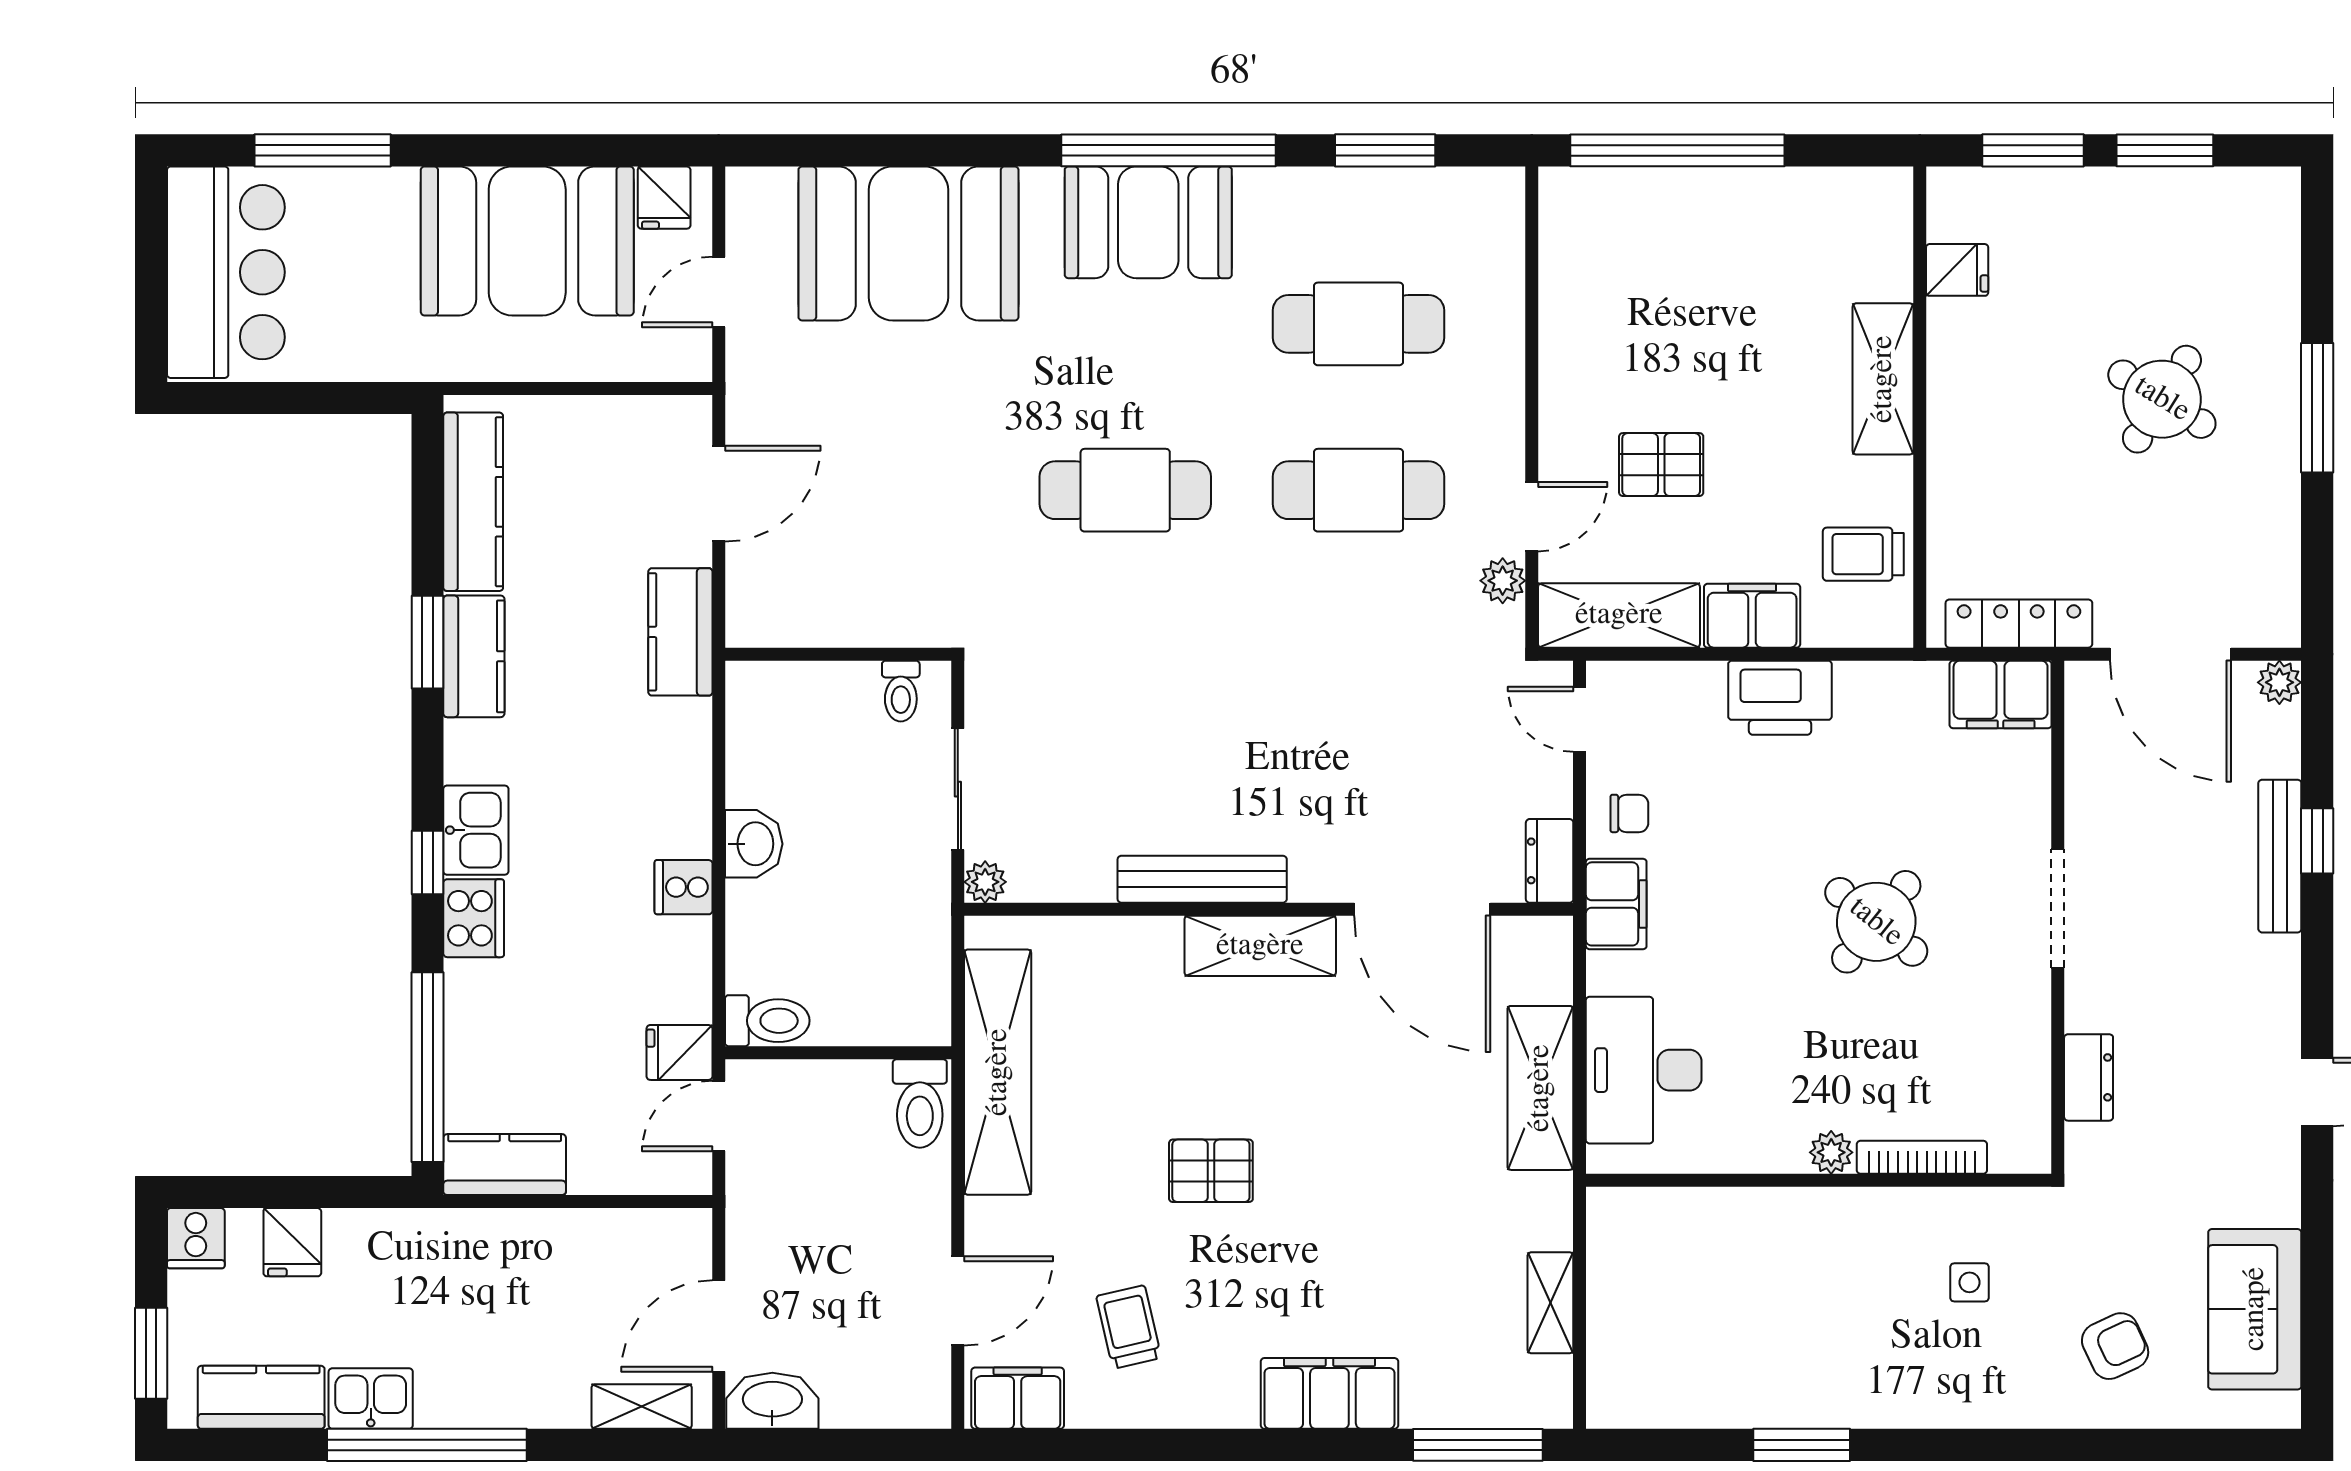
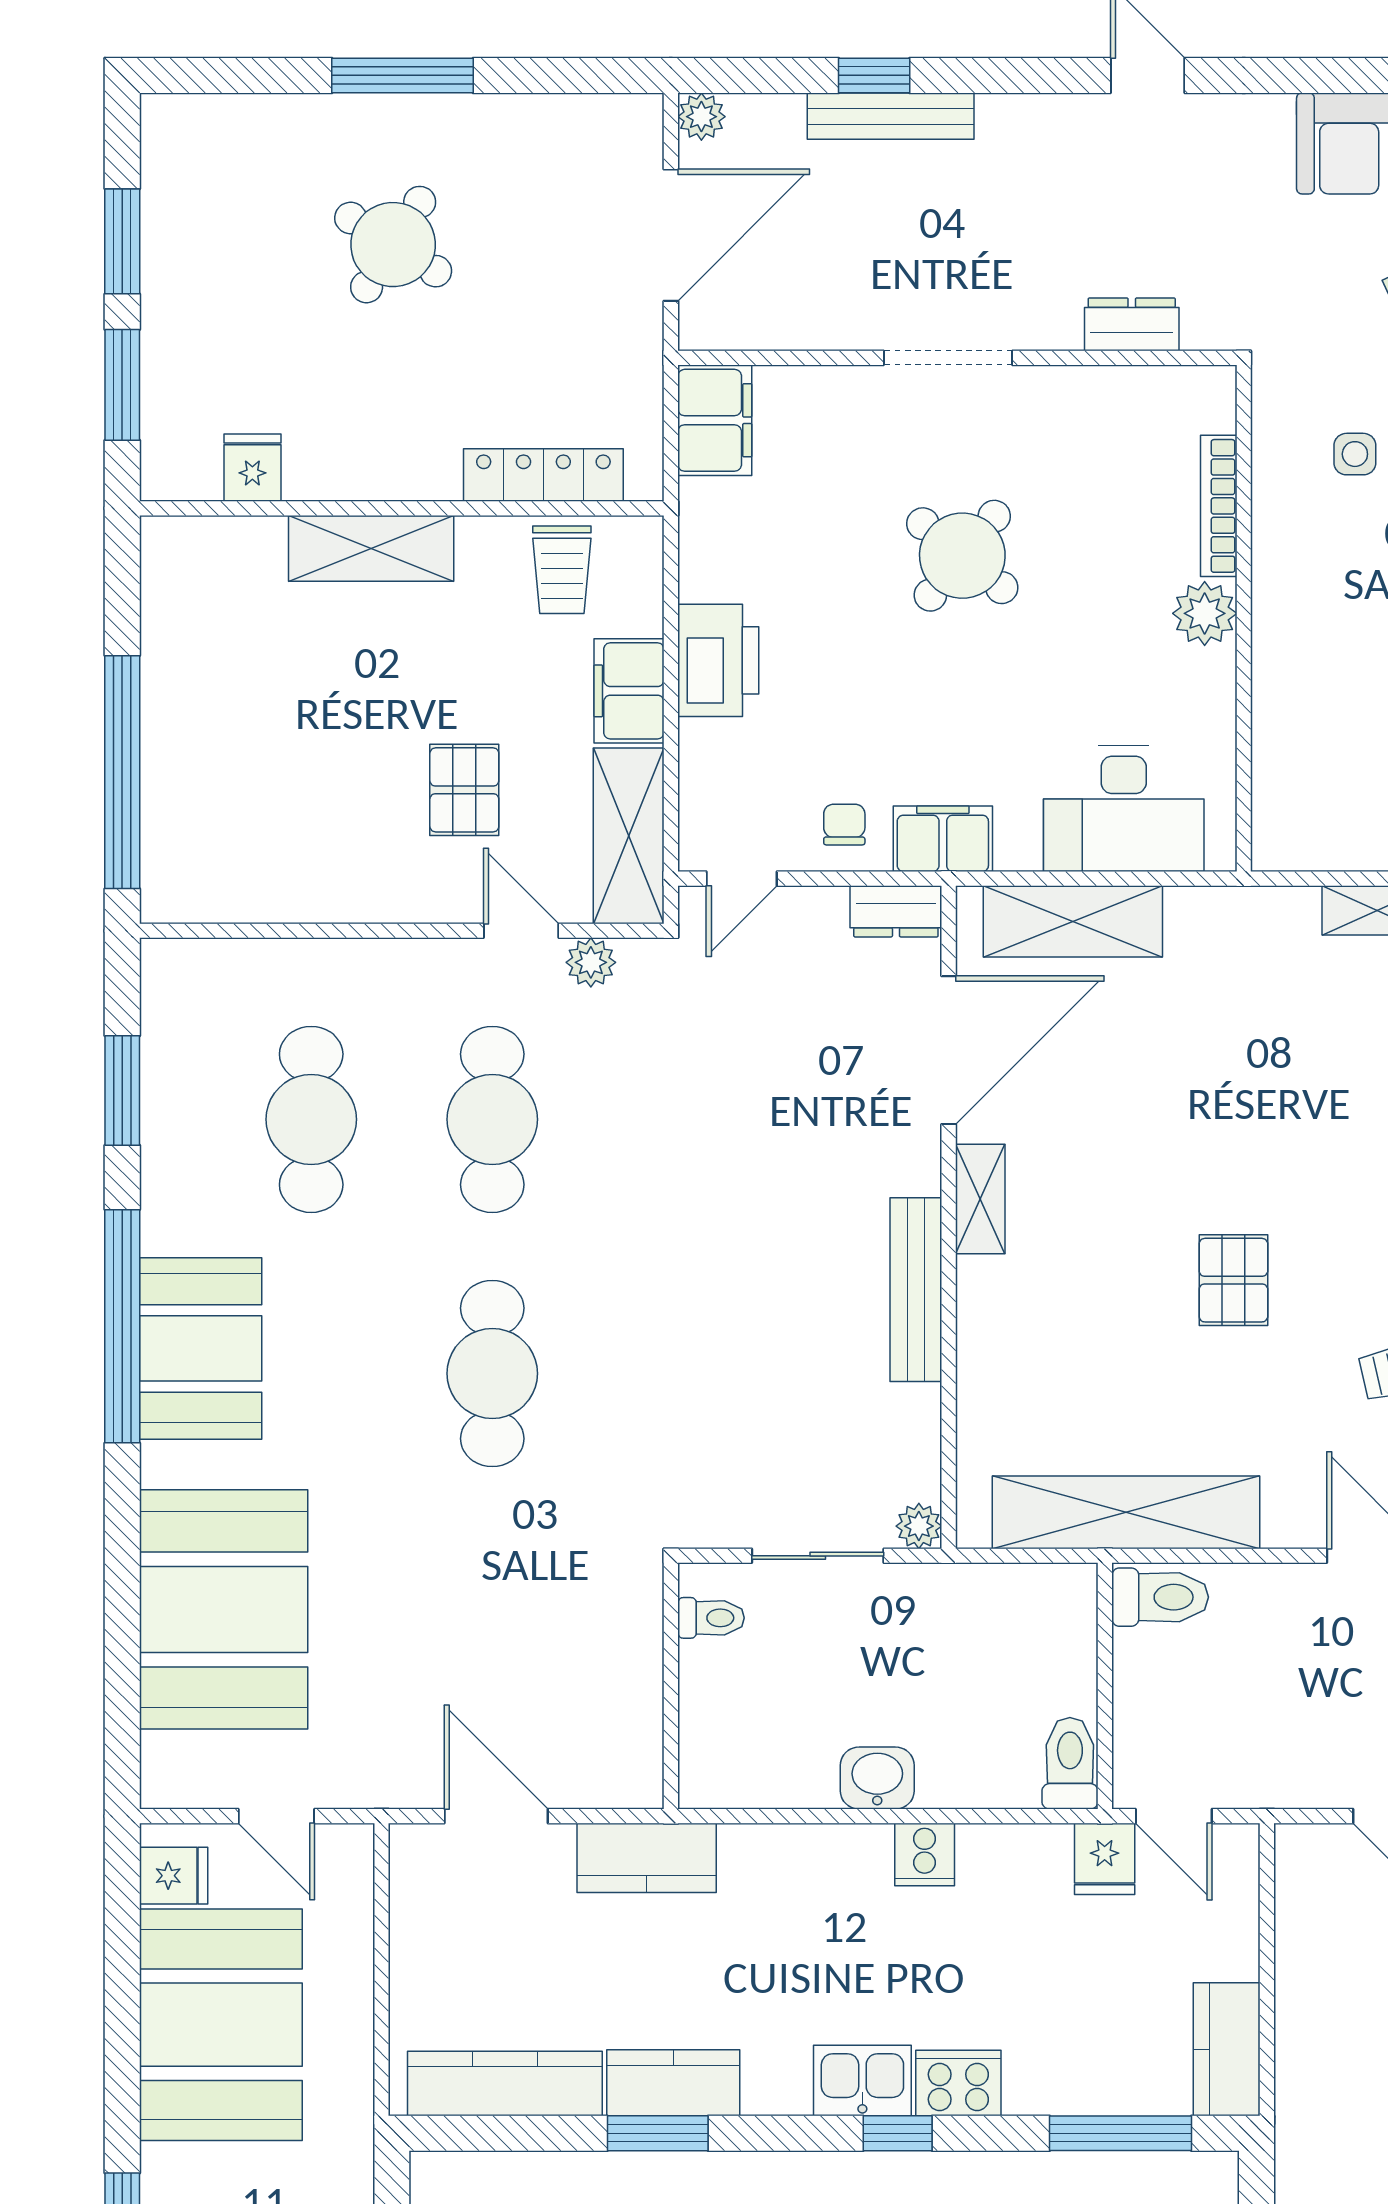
locker: (2019, 624) -> (543, 475), moved, turned 90
shelving: (1260, 946) -> (980, 1199), width x0.67, depth x0.75
window: (427, 1067) -> (1121, 2133), width x0.68
shelving: (1540, 1088) -> (1073, 921), moved
plant: (1831, 1152) -> (1205, 613), width x1.38, depth x1.38

